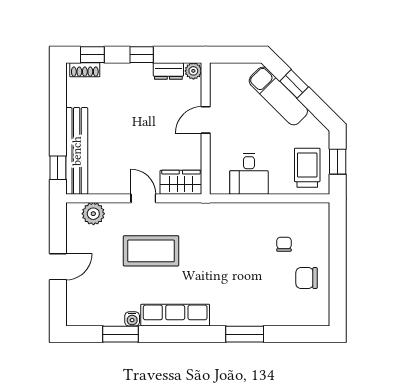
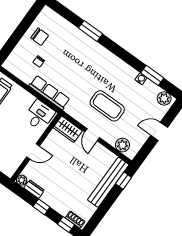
desk: (249, 174) -> (39, 115), moved
plant: (83, 315) -> (164, 98), added
row of seats: (175, 315) -> (49, 93), moved, turned 180

